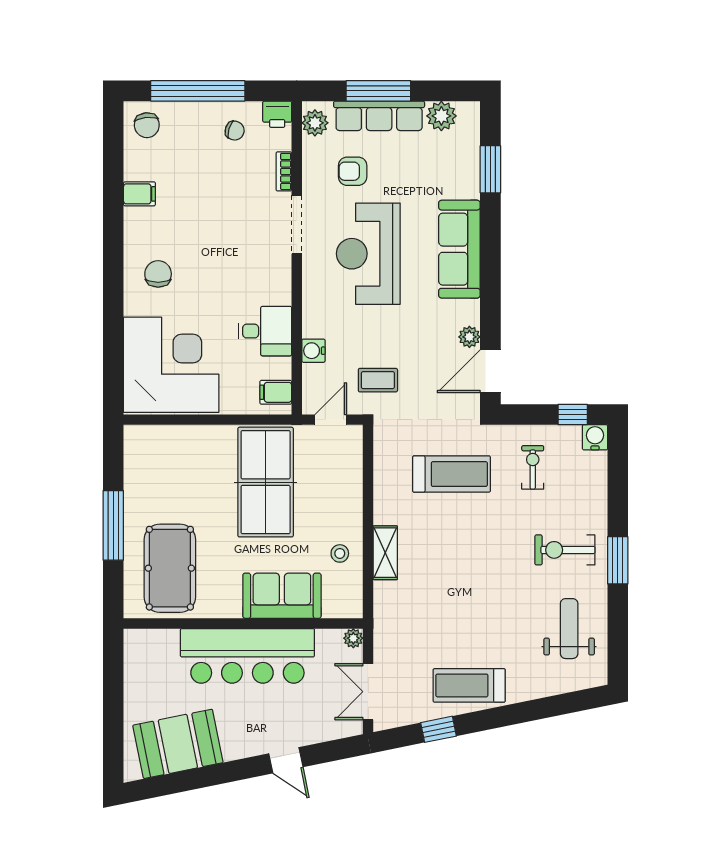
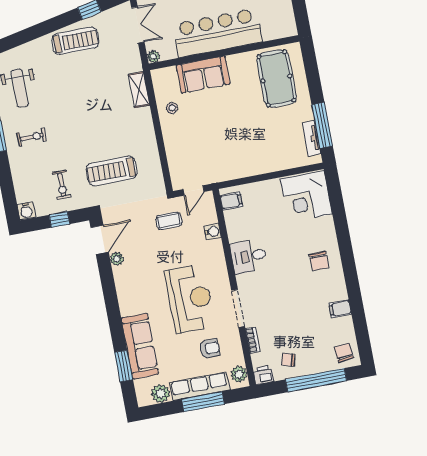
sofa: (459, 249) -> (140, 346), moved
desk: (265, 331) -> (249, 256), moved
corner desk: (171, 365) -> (306, 196), width x0.74, depth x0.74
window: (573, 415) -> (59, 219), moved
tv unit: (134, 465) -> (311, 138), added
table tennis table: (266, 482) -> (227, 144), removed
window: (113, 525) -> (322, 125), moved
exercise bike: (565, 550) -> (32, 137), width x0.73, depth x0.72
shelving: (385, 553) -> (139, 90), moved

